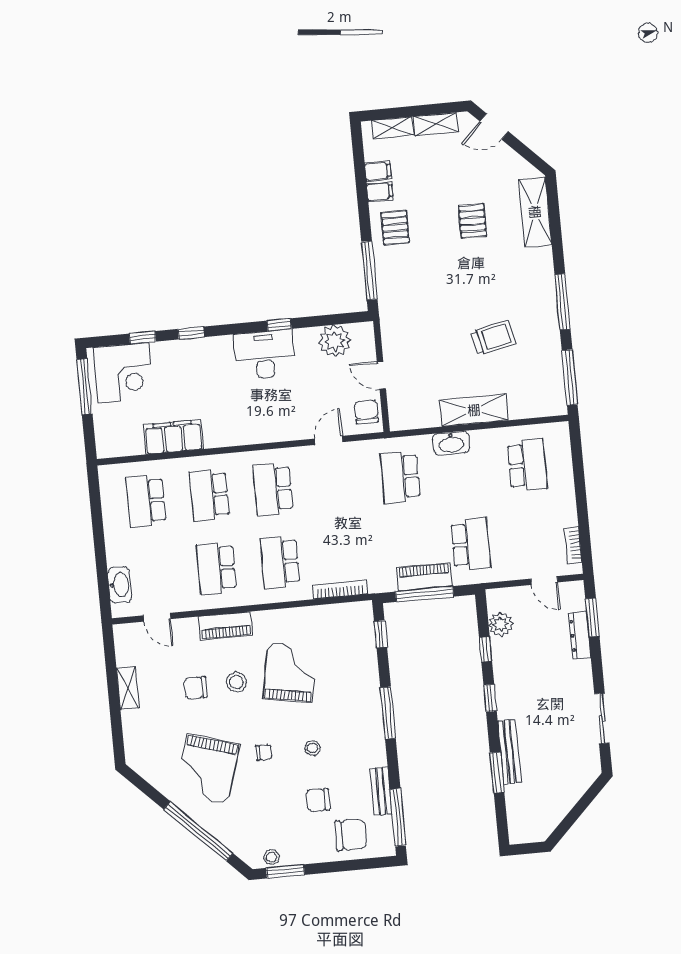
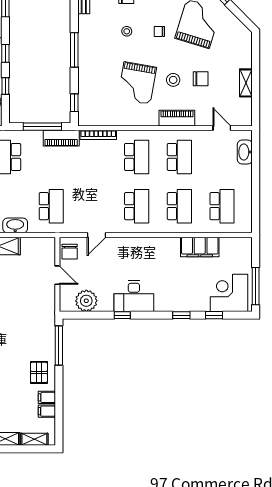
piano: (424, 577) -> (61, 138), moved

